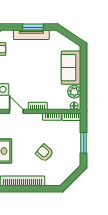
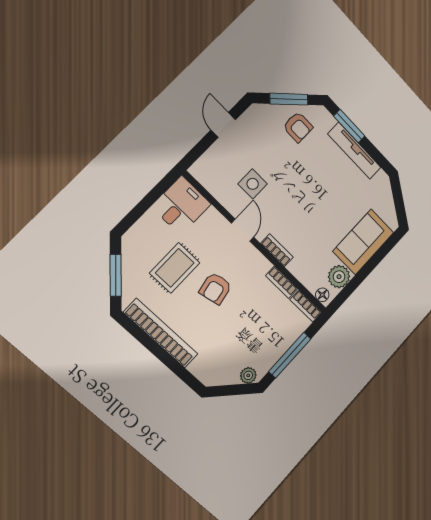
window: (33, 27) -> (349, 126), moved
window: (84, 143) -> (290, 355), width x1.44
armchair: (45, 153) -> (215, 288), moved, turned -142
plant: (74, 166) -> (248, 375), added

